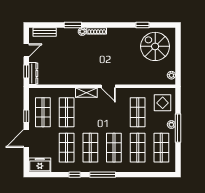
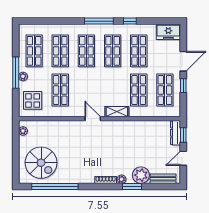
window: (143, 25) -> (55, 186), width x3.17
plant: (65, 35) -> (141, 175), added

